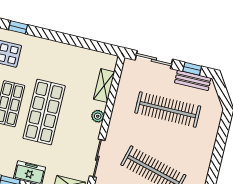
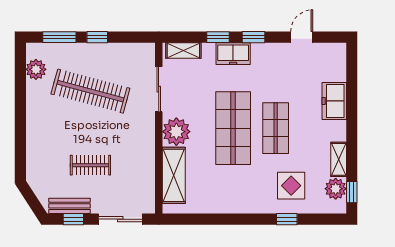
shelving: (104, 86) -> (174, 175), width x1.50, depth x1.33
clothes rail: (168, 110) -> (90, 165), width x0.54, depth x0.76
plant: (98, 116) -> (176, 132), width x1.88, depth x1.88

